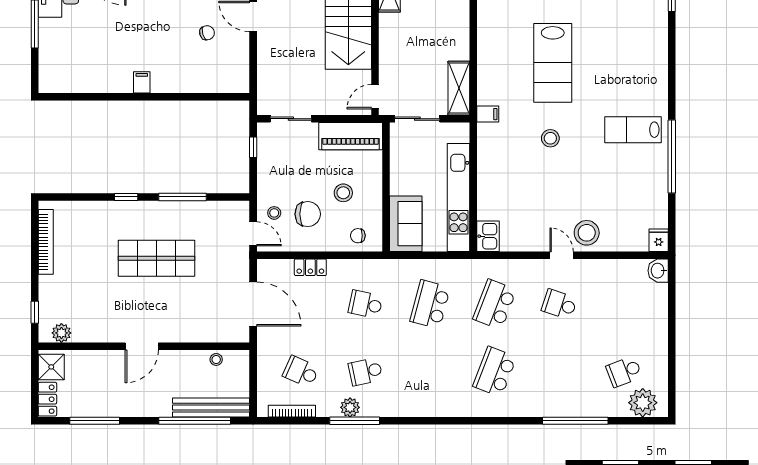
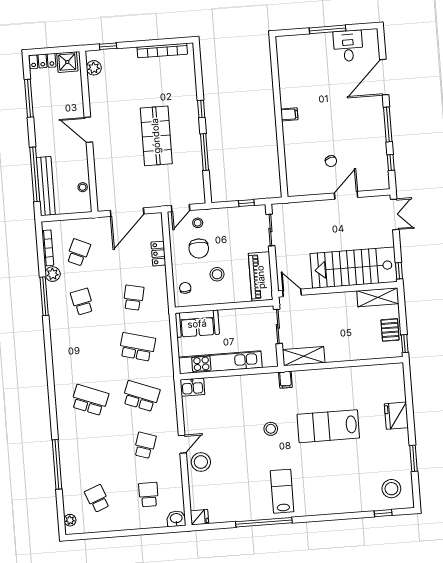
school desk: (624, 304) -> (149, 495), added
plant: (643, 403) -> (70, 520), width x0.53, depth x0.53
plant: (350, 407) -> (53, 274), moved

